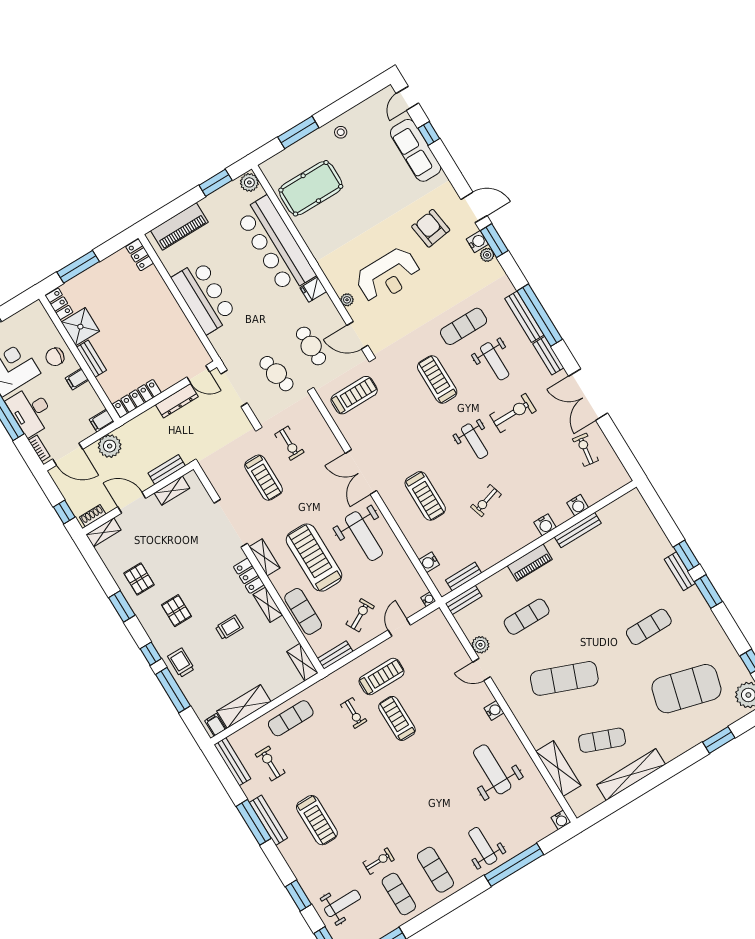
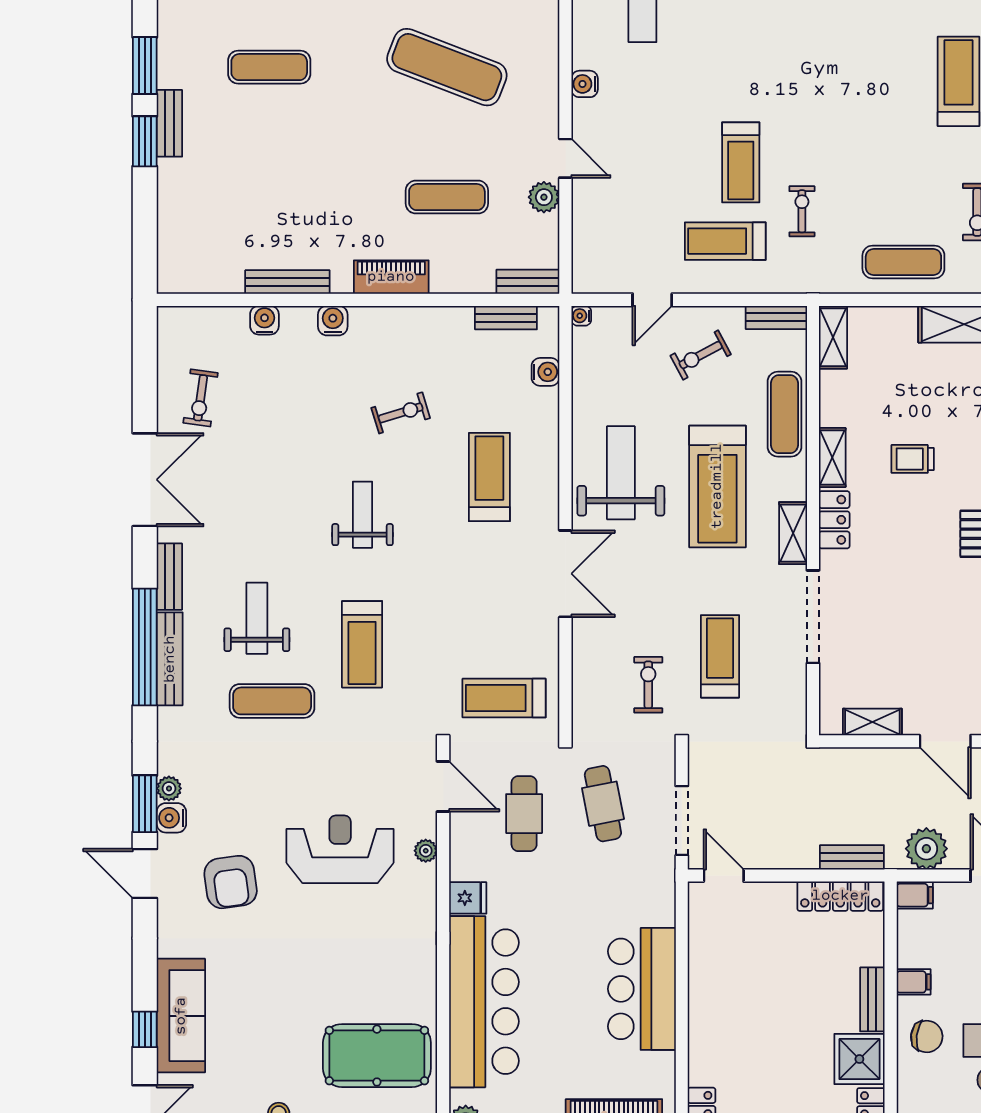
dresser: (177, 401) -> (781, 855), removed
exercise bike: (513, 413) -> (277, 522), removed
bench: (167, 469) -> (852, 857), moved

